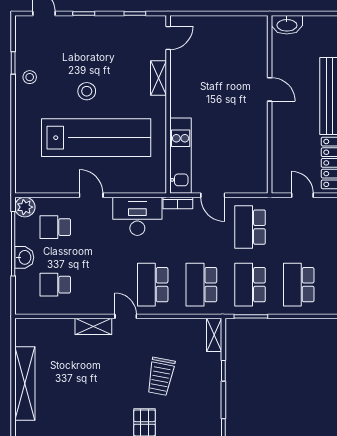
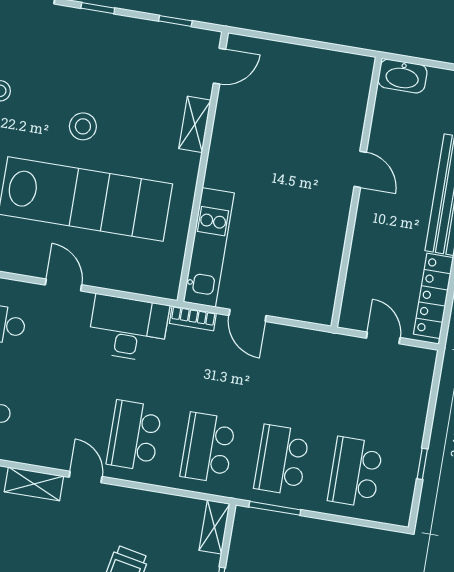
school desk: (250, 227) -> (296, 373), removed

